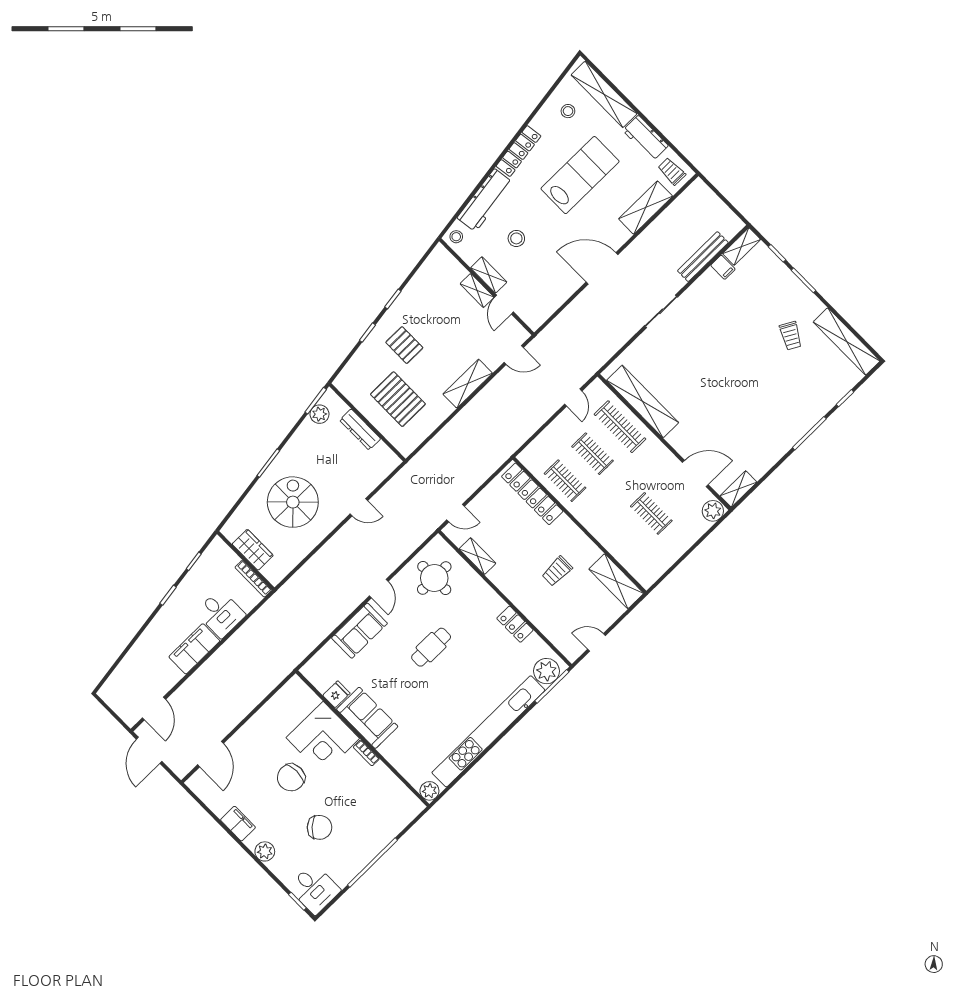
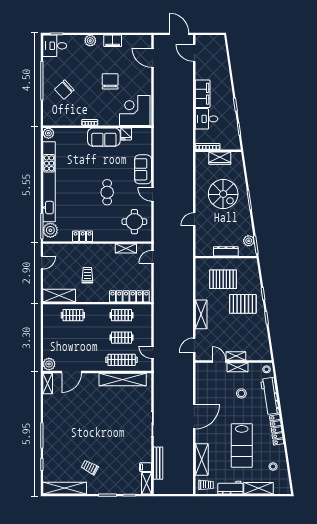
shelving: (604, 94) -> (258, 488), width x0.68
pallet: (404, 345) -> (243, 304), width x1.50, depth x1.42
clothes rail: (651, 513) -> (73, 315), moved
corner desk: (323, 738) -> (135, 111), moved
chair: (319, 827) -> (64, 90), moved

